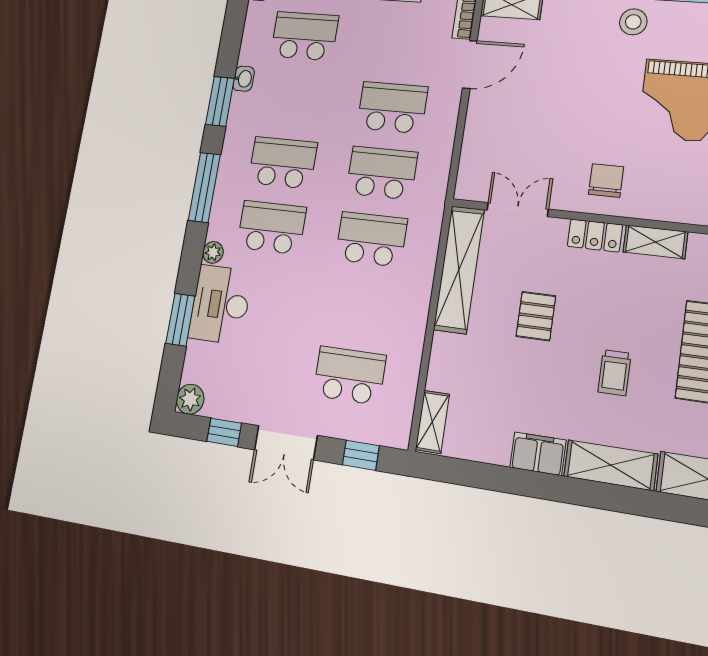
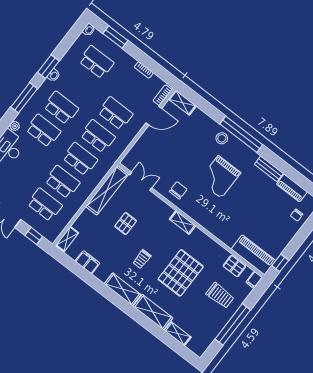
washbasin: (244, 79) -> (54, 75), moved
locker: (595, 236) -> (163, 208), removed
school desk: (360, 307) -> (62, 182), added
filing cabinet: (538, 454) -> (87, 262), moved

